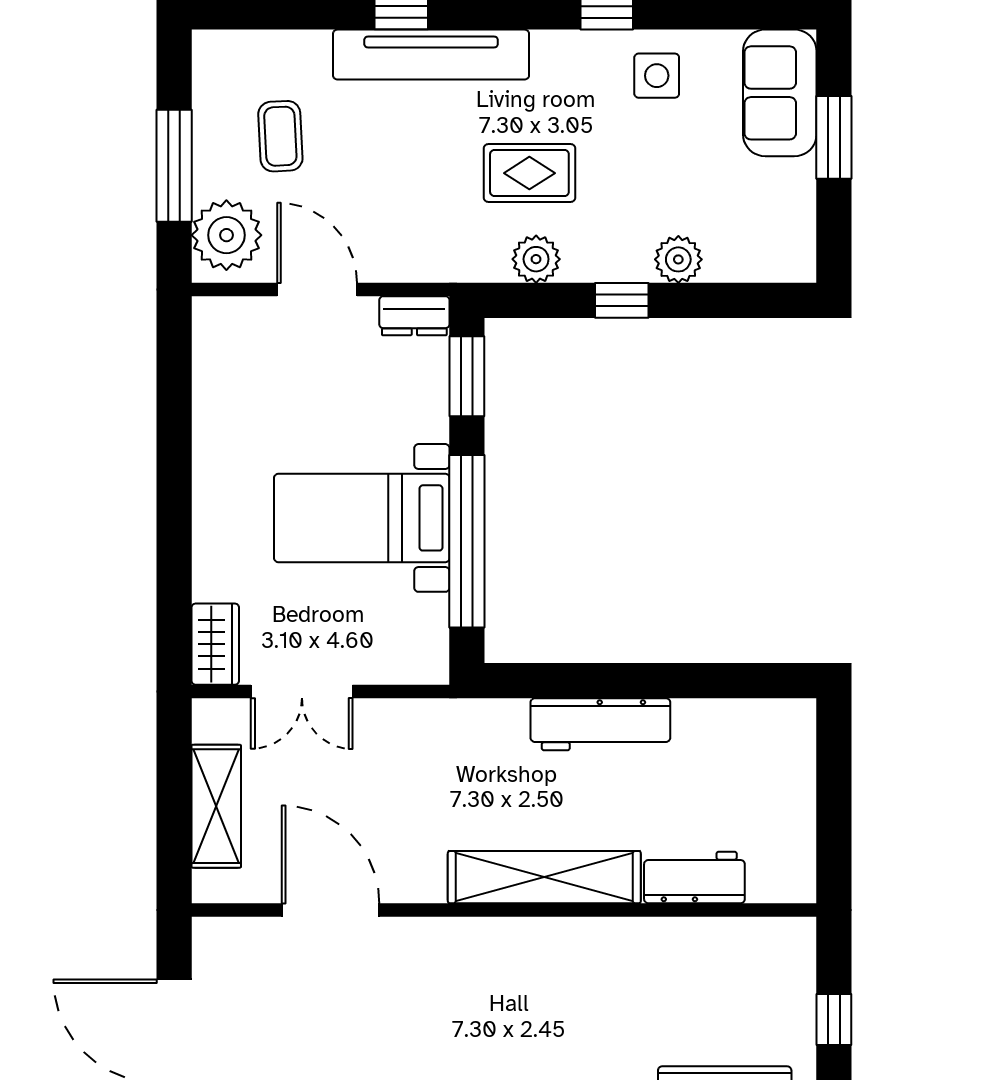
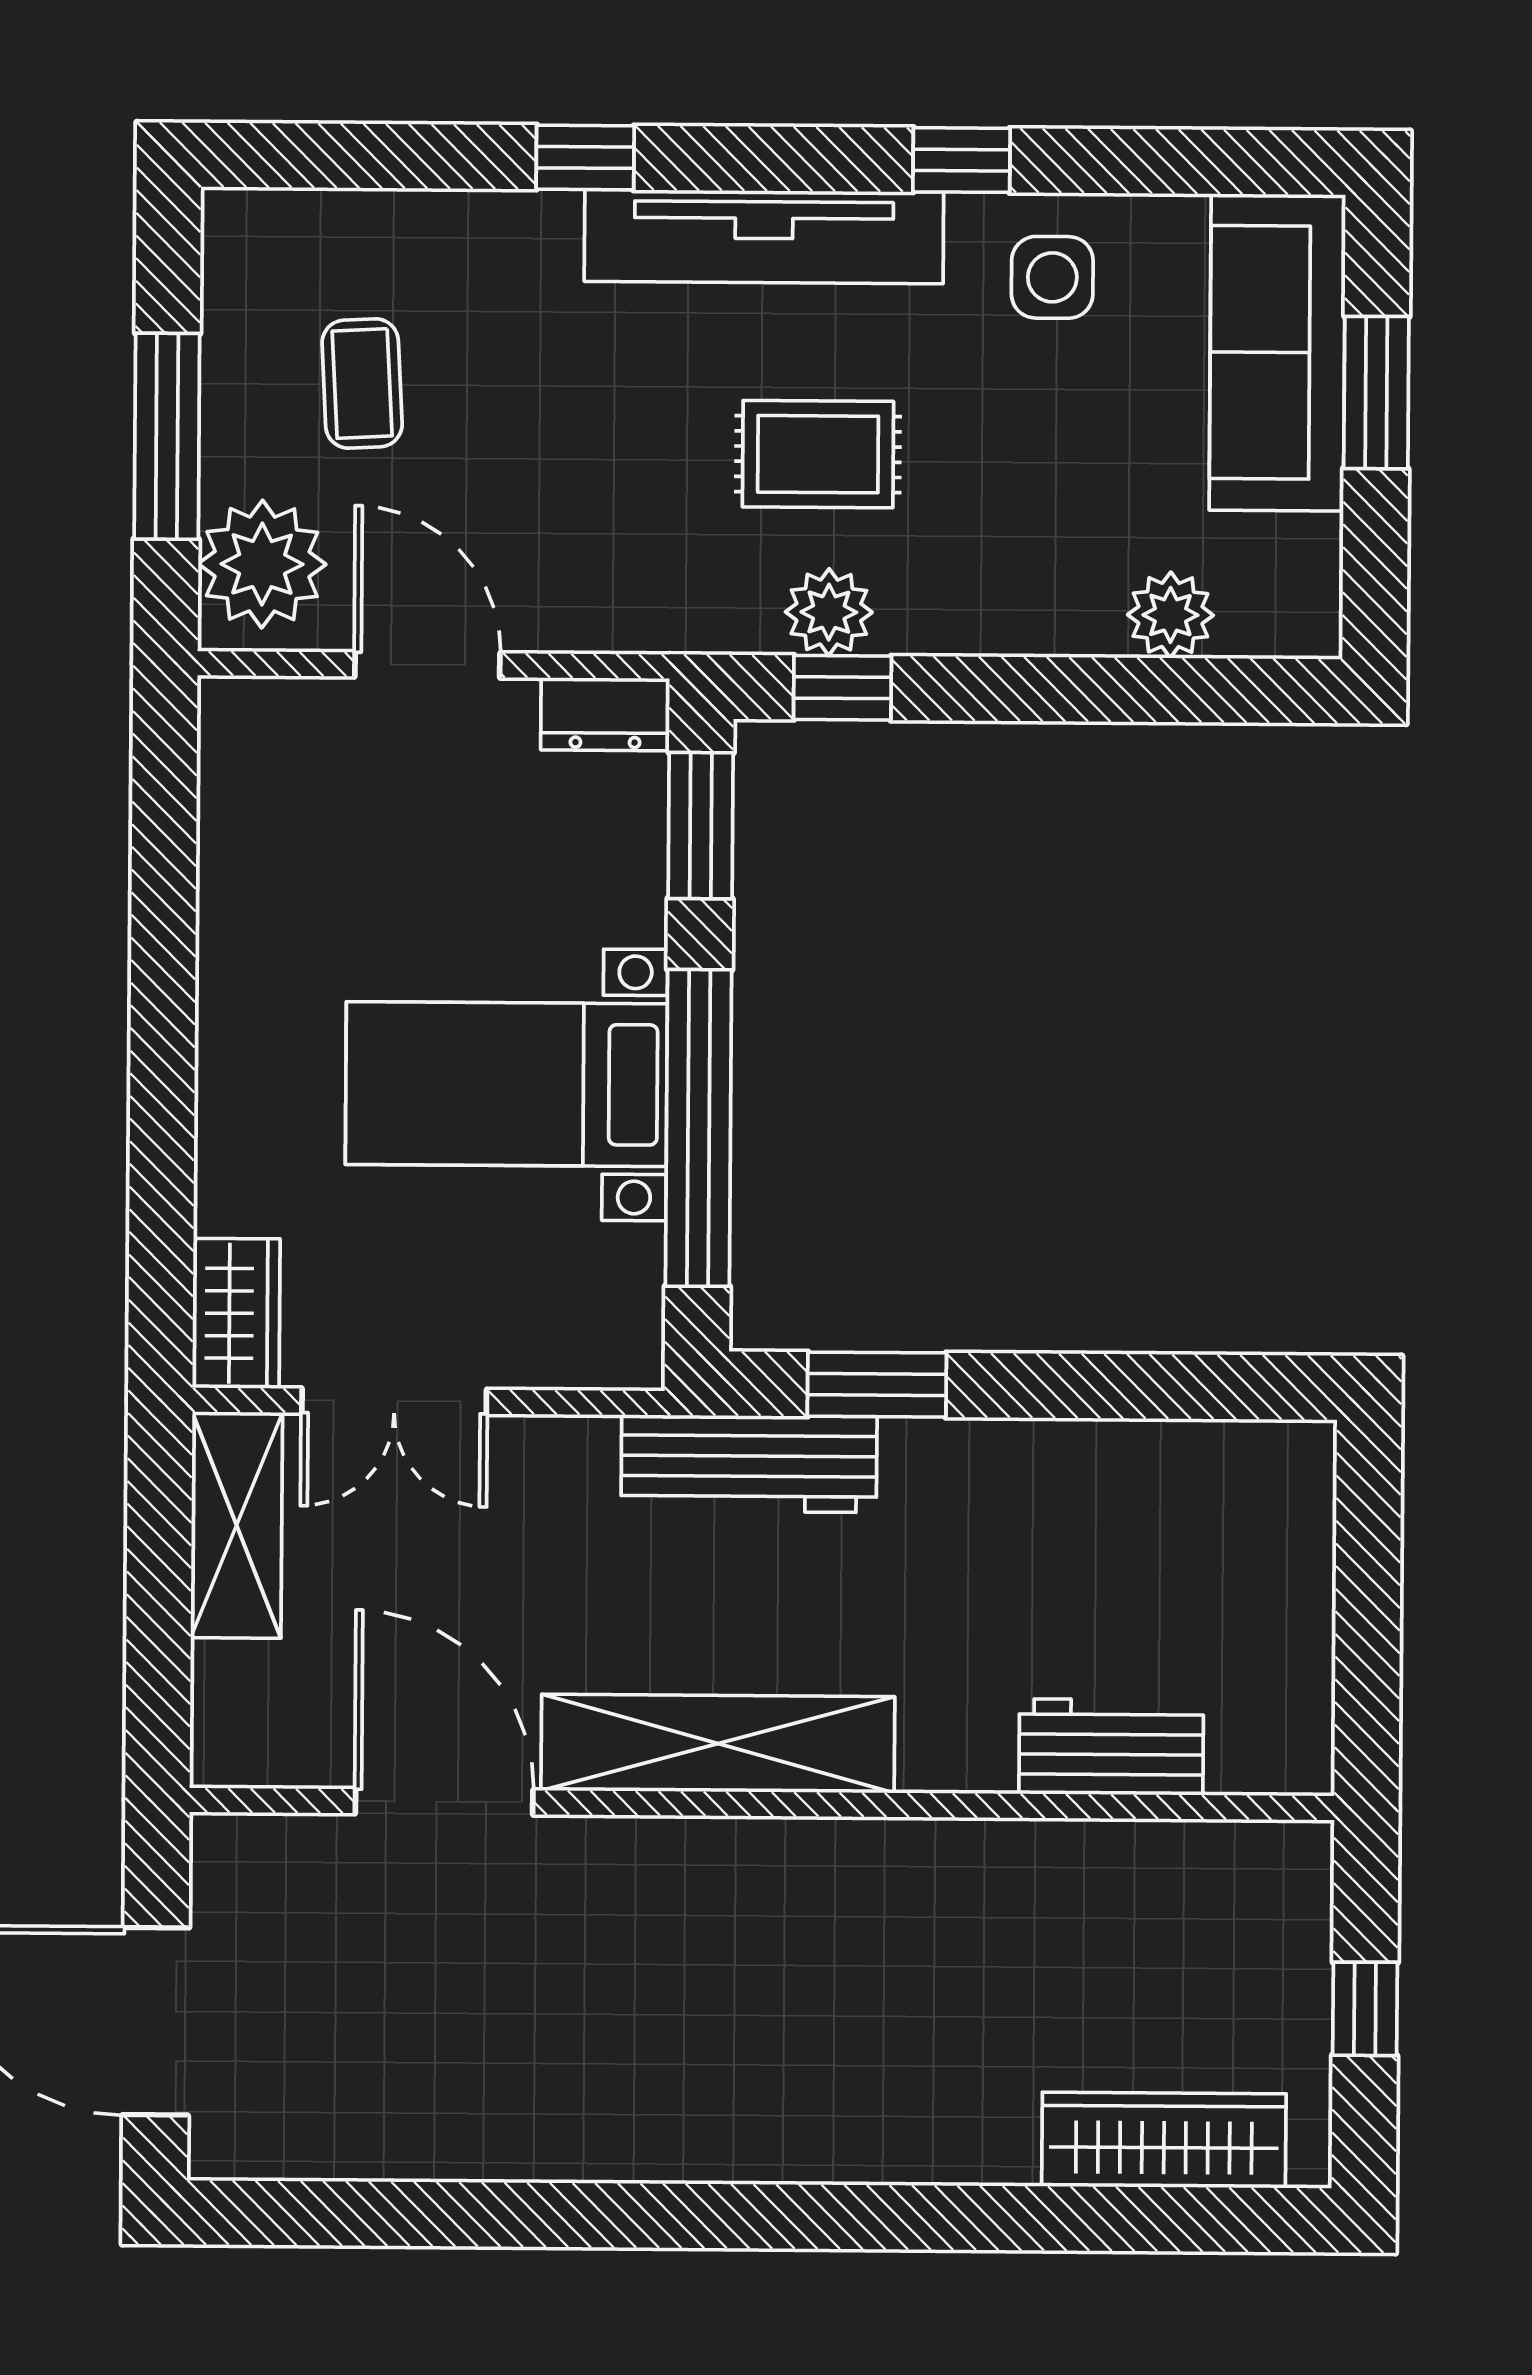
tv unit: (431, 55) -> (764, 237), moved
sofa: (780, 93) -> (1277, 352), width x1.36
plant: (678, 259) -> (1170, 615), moved
window: (622, 300) -> (842, 688), moved
window: (565, 681) -> (877, 1385), added
workbench: (600, 724) -> (749, 1464), moved
shelving: (216, 806) -> (237, 1525), moved
shelving: (544, 877) -> (718, 1744), moved

